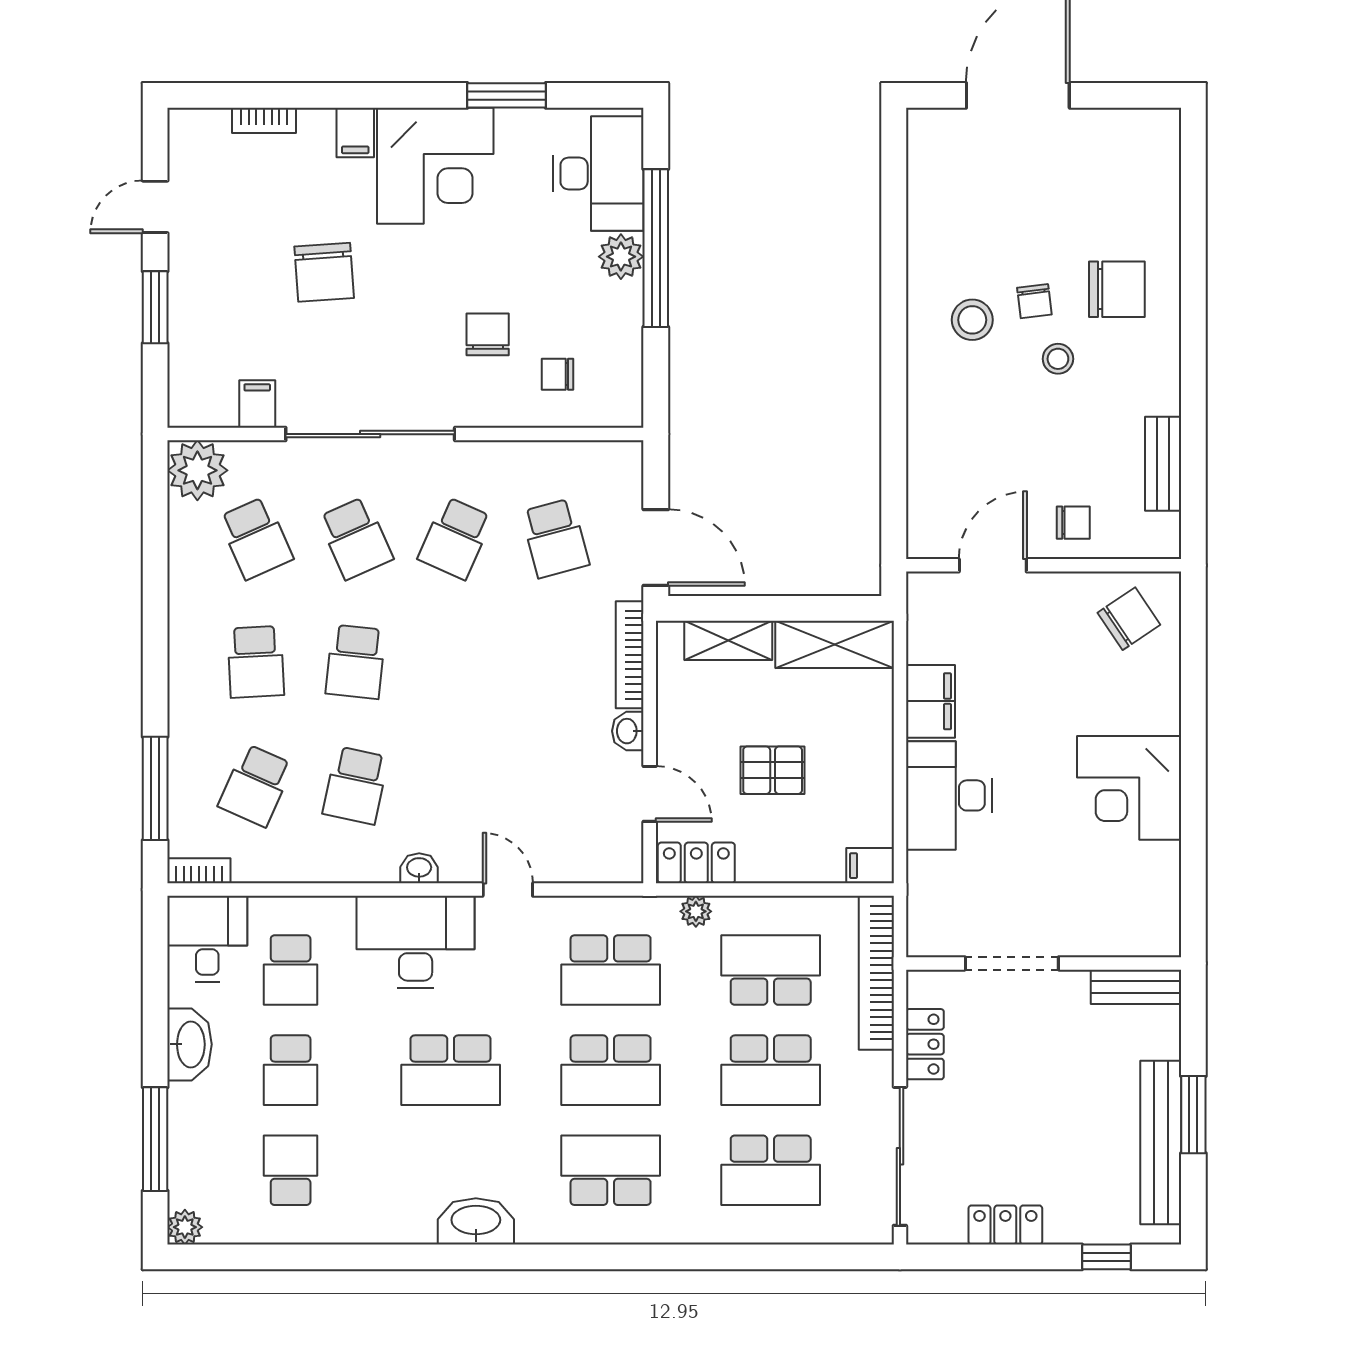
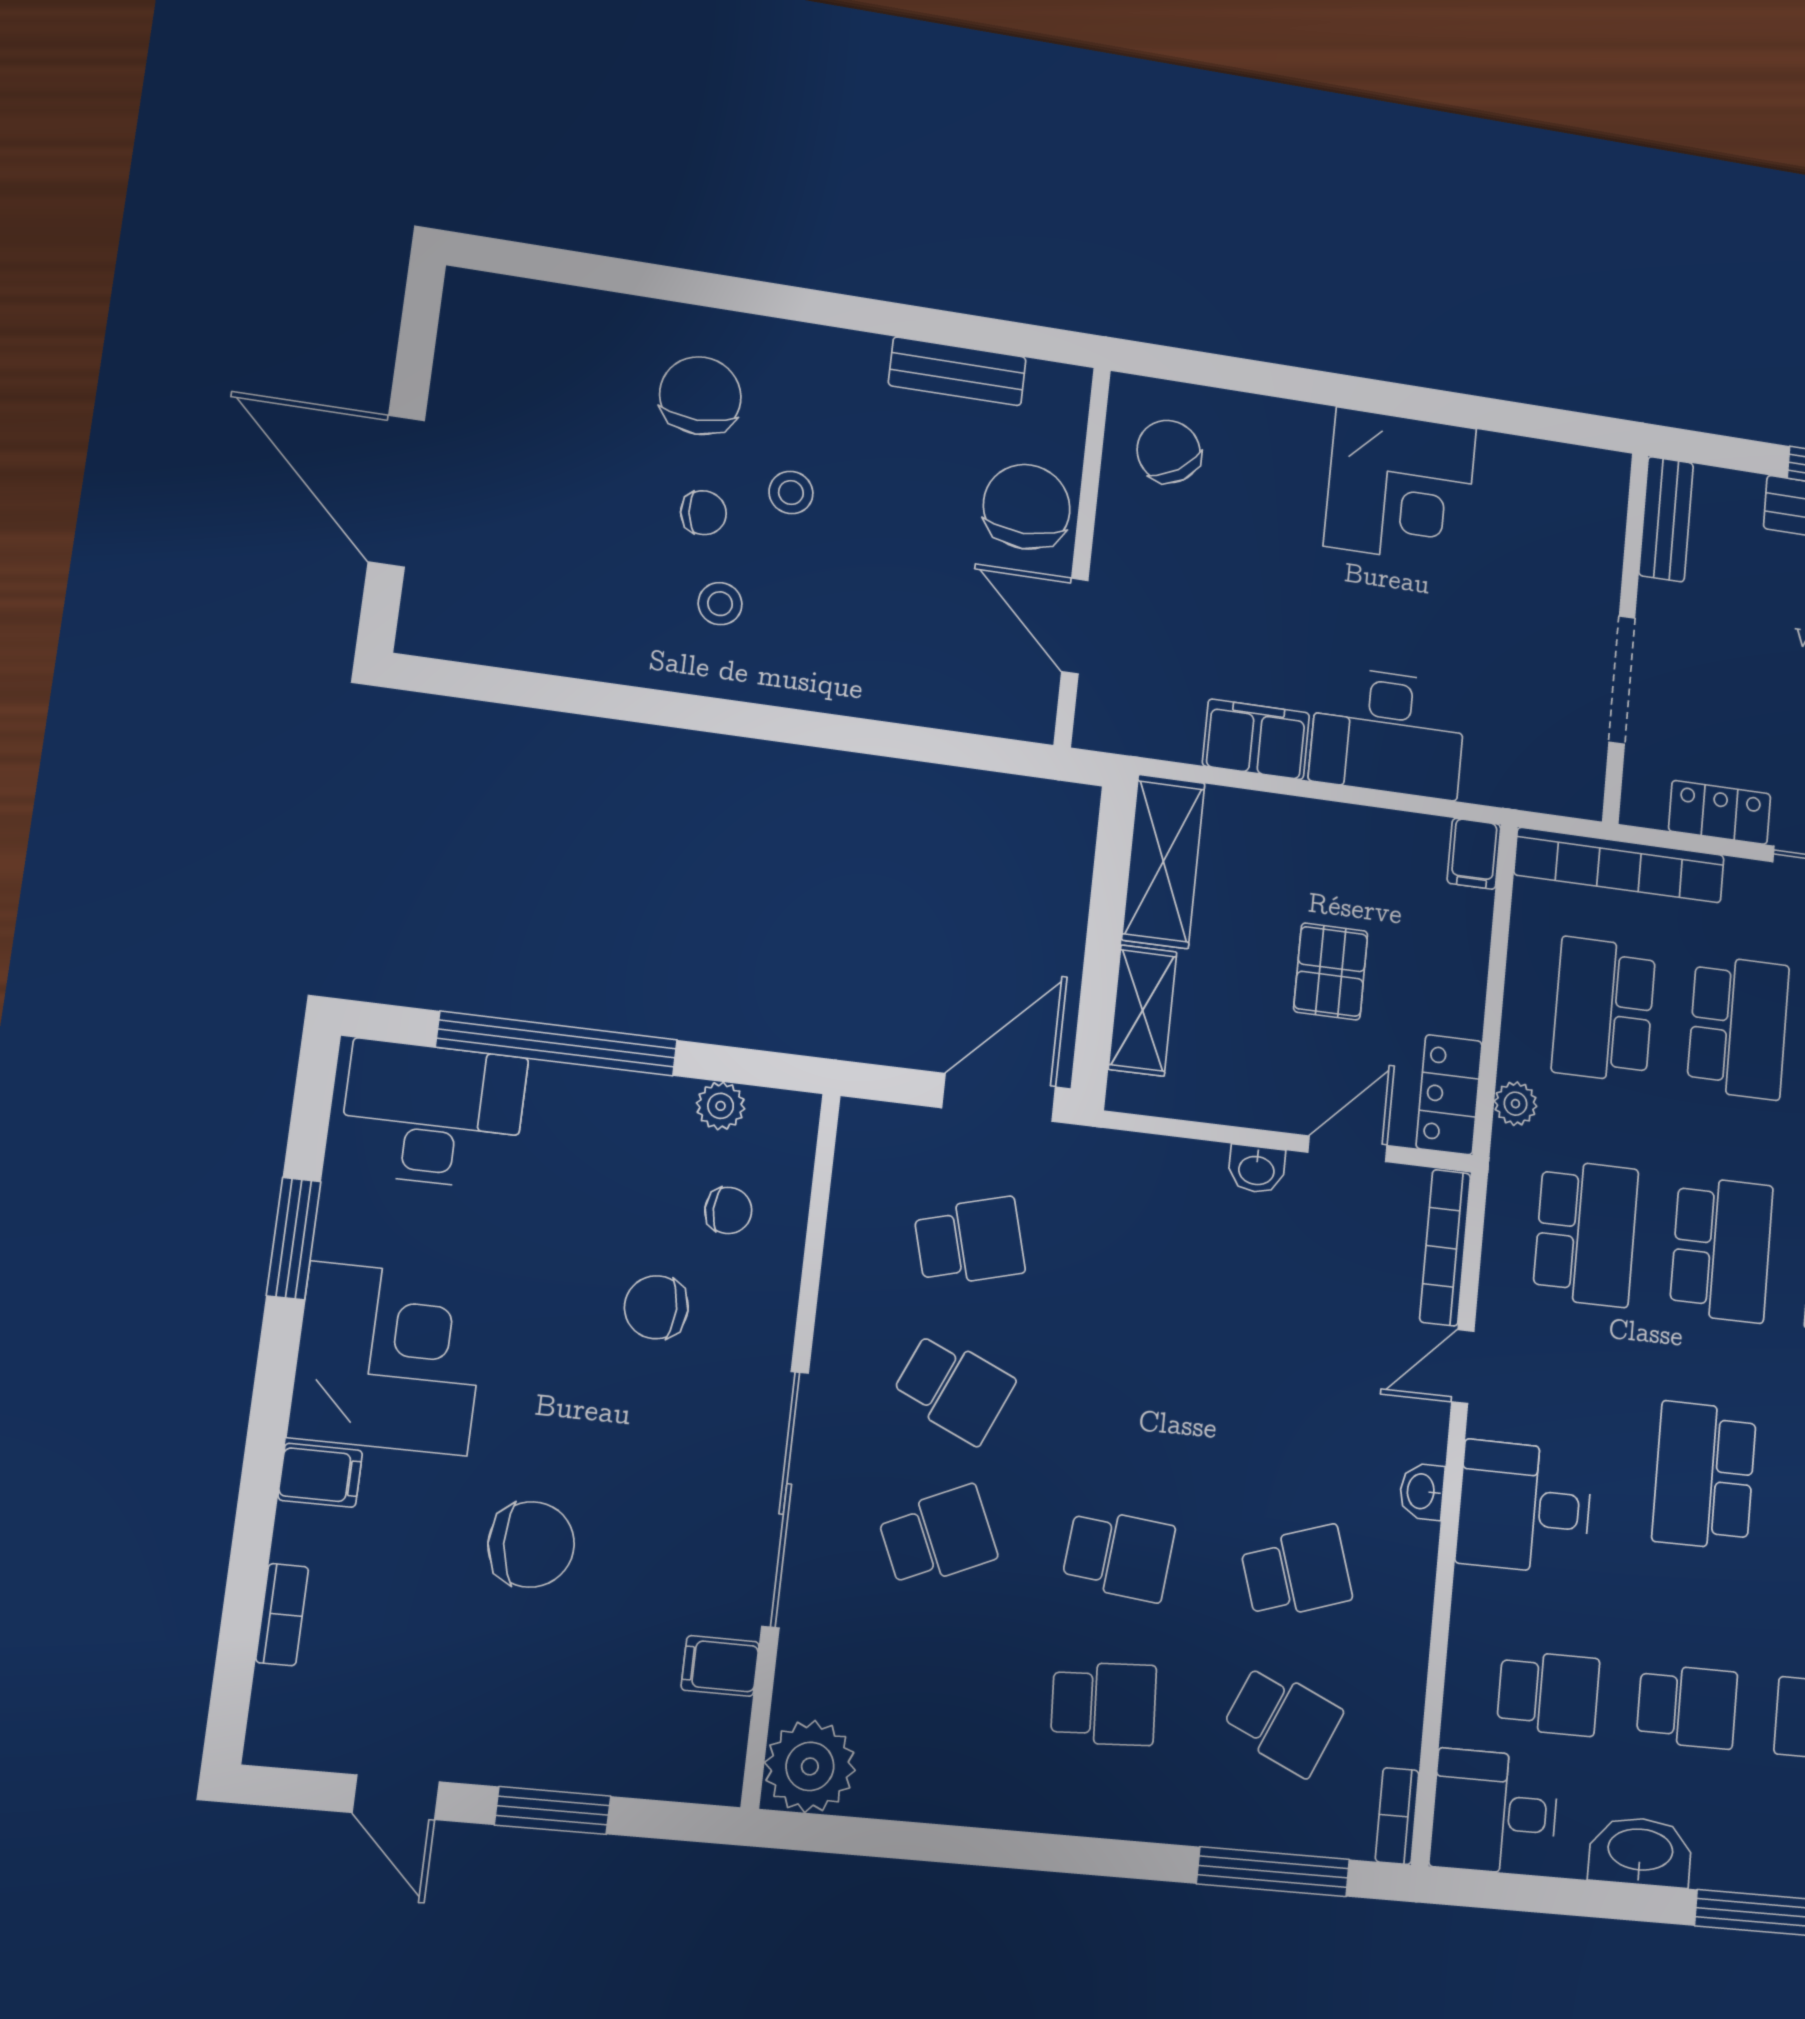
plant: (621, 257) -> (721, 1106), moved, width x0.73, depth x0.73
stool: (972, 320) -> (720, 604), width x0.73, depth x0.73
chair: (557, 374) -> (728, 1210), turned -89
chair: (1073, 523) -> (1027, 507), width x1.87, depth x1.87
school desk: (256, 538) -> (921, 1687), removed
bookcase: (630, 655) -> (1445, 1248), moved, turned 90
school desk: (356, 785) -> (1296, 1572), turned -30
desk: (416, 942) -> (1524, 1507), width x0.73
school desk: (451, 1070) -> (1704, 1476), turned 180

